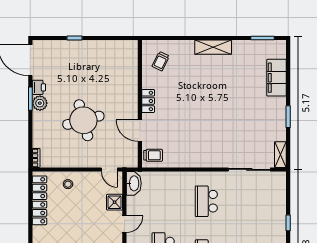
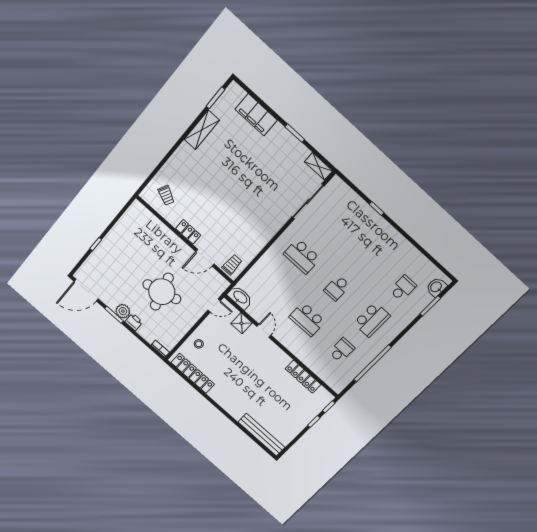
shelving: (213, 47) -> (202, 130), moved
printer: (39, 87) -> (134, 322), moved

